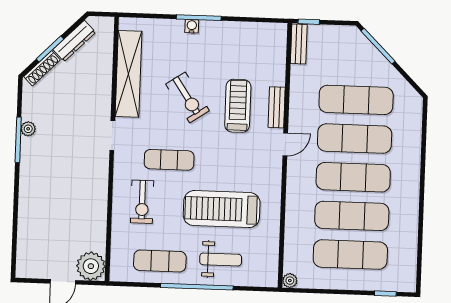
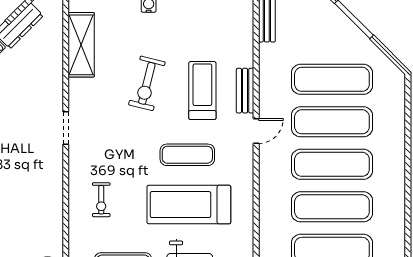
shelving: (129, 74) -> (81, 45), width x0.68
exercise bike: (188, 97) -> (147, 83), turned 48
exercise mat: (169, 160) -> (187, 155), moved
exercise bike: (142, 202) -> (101, 200), width x0.73, depth x0.72

